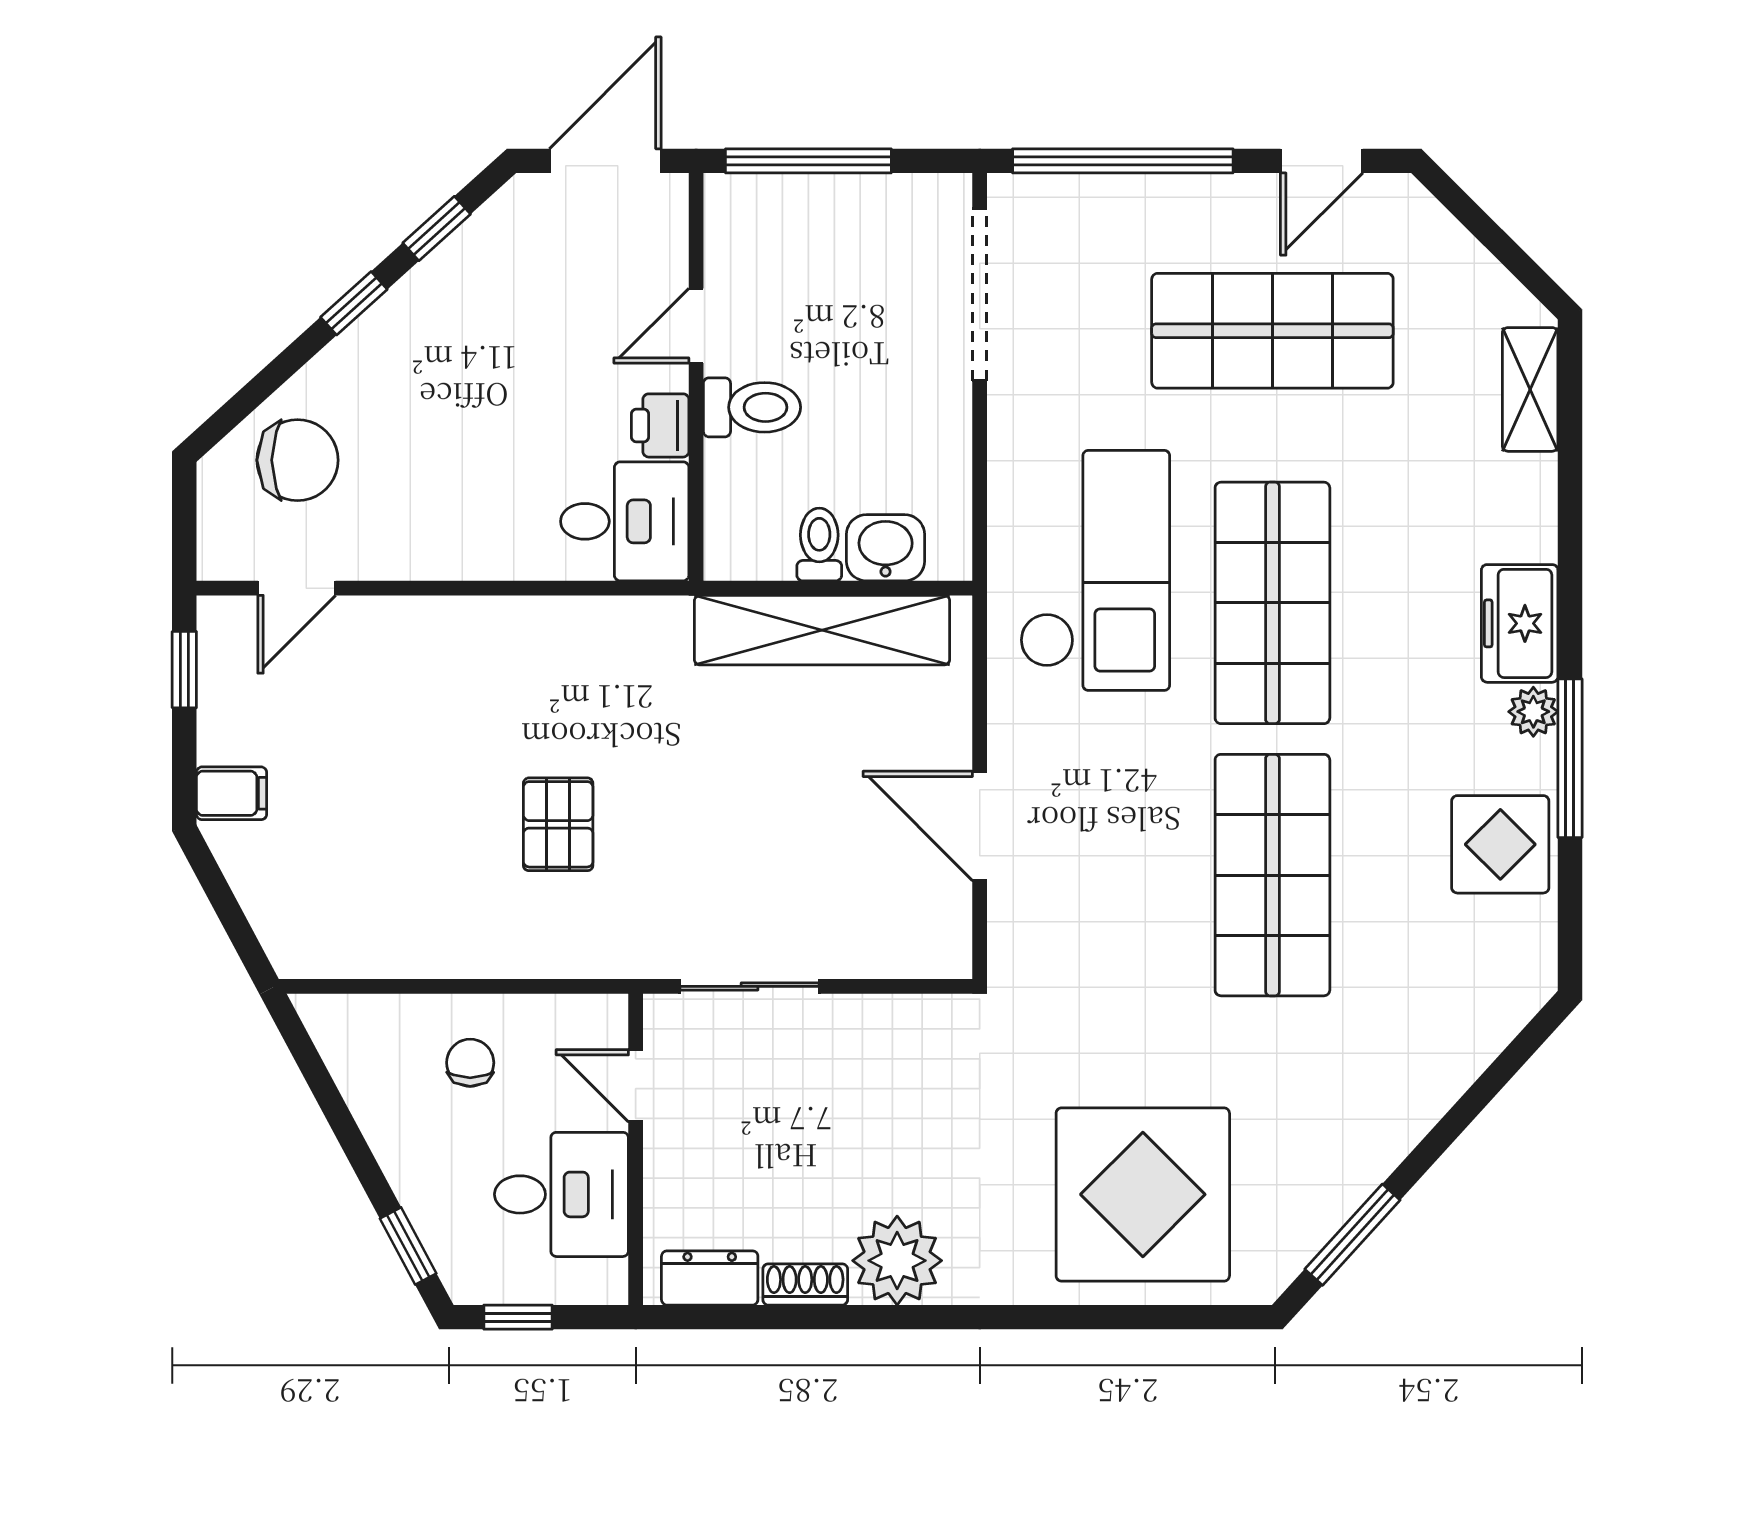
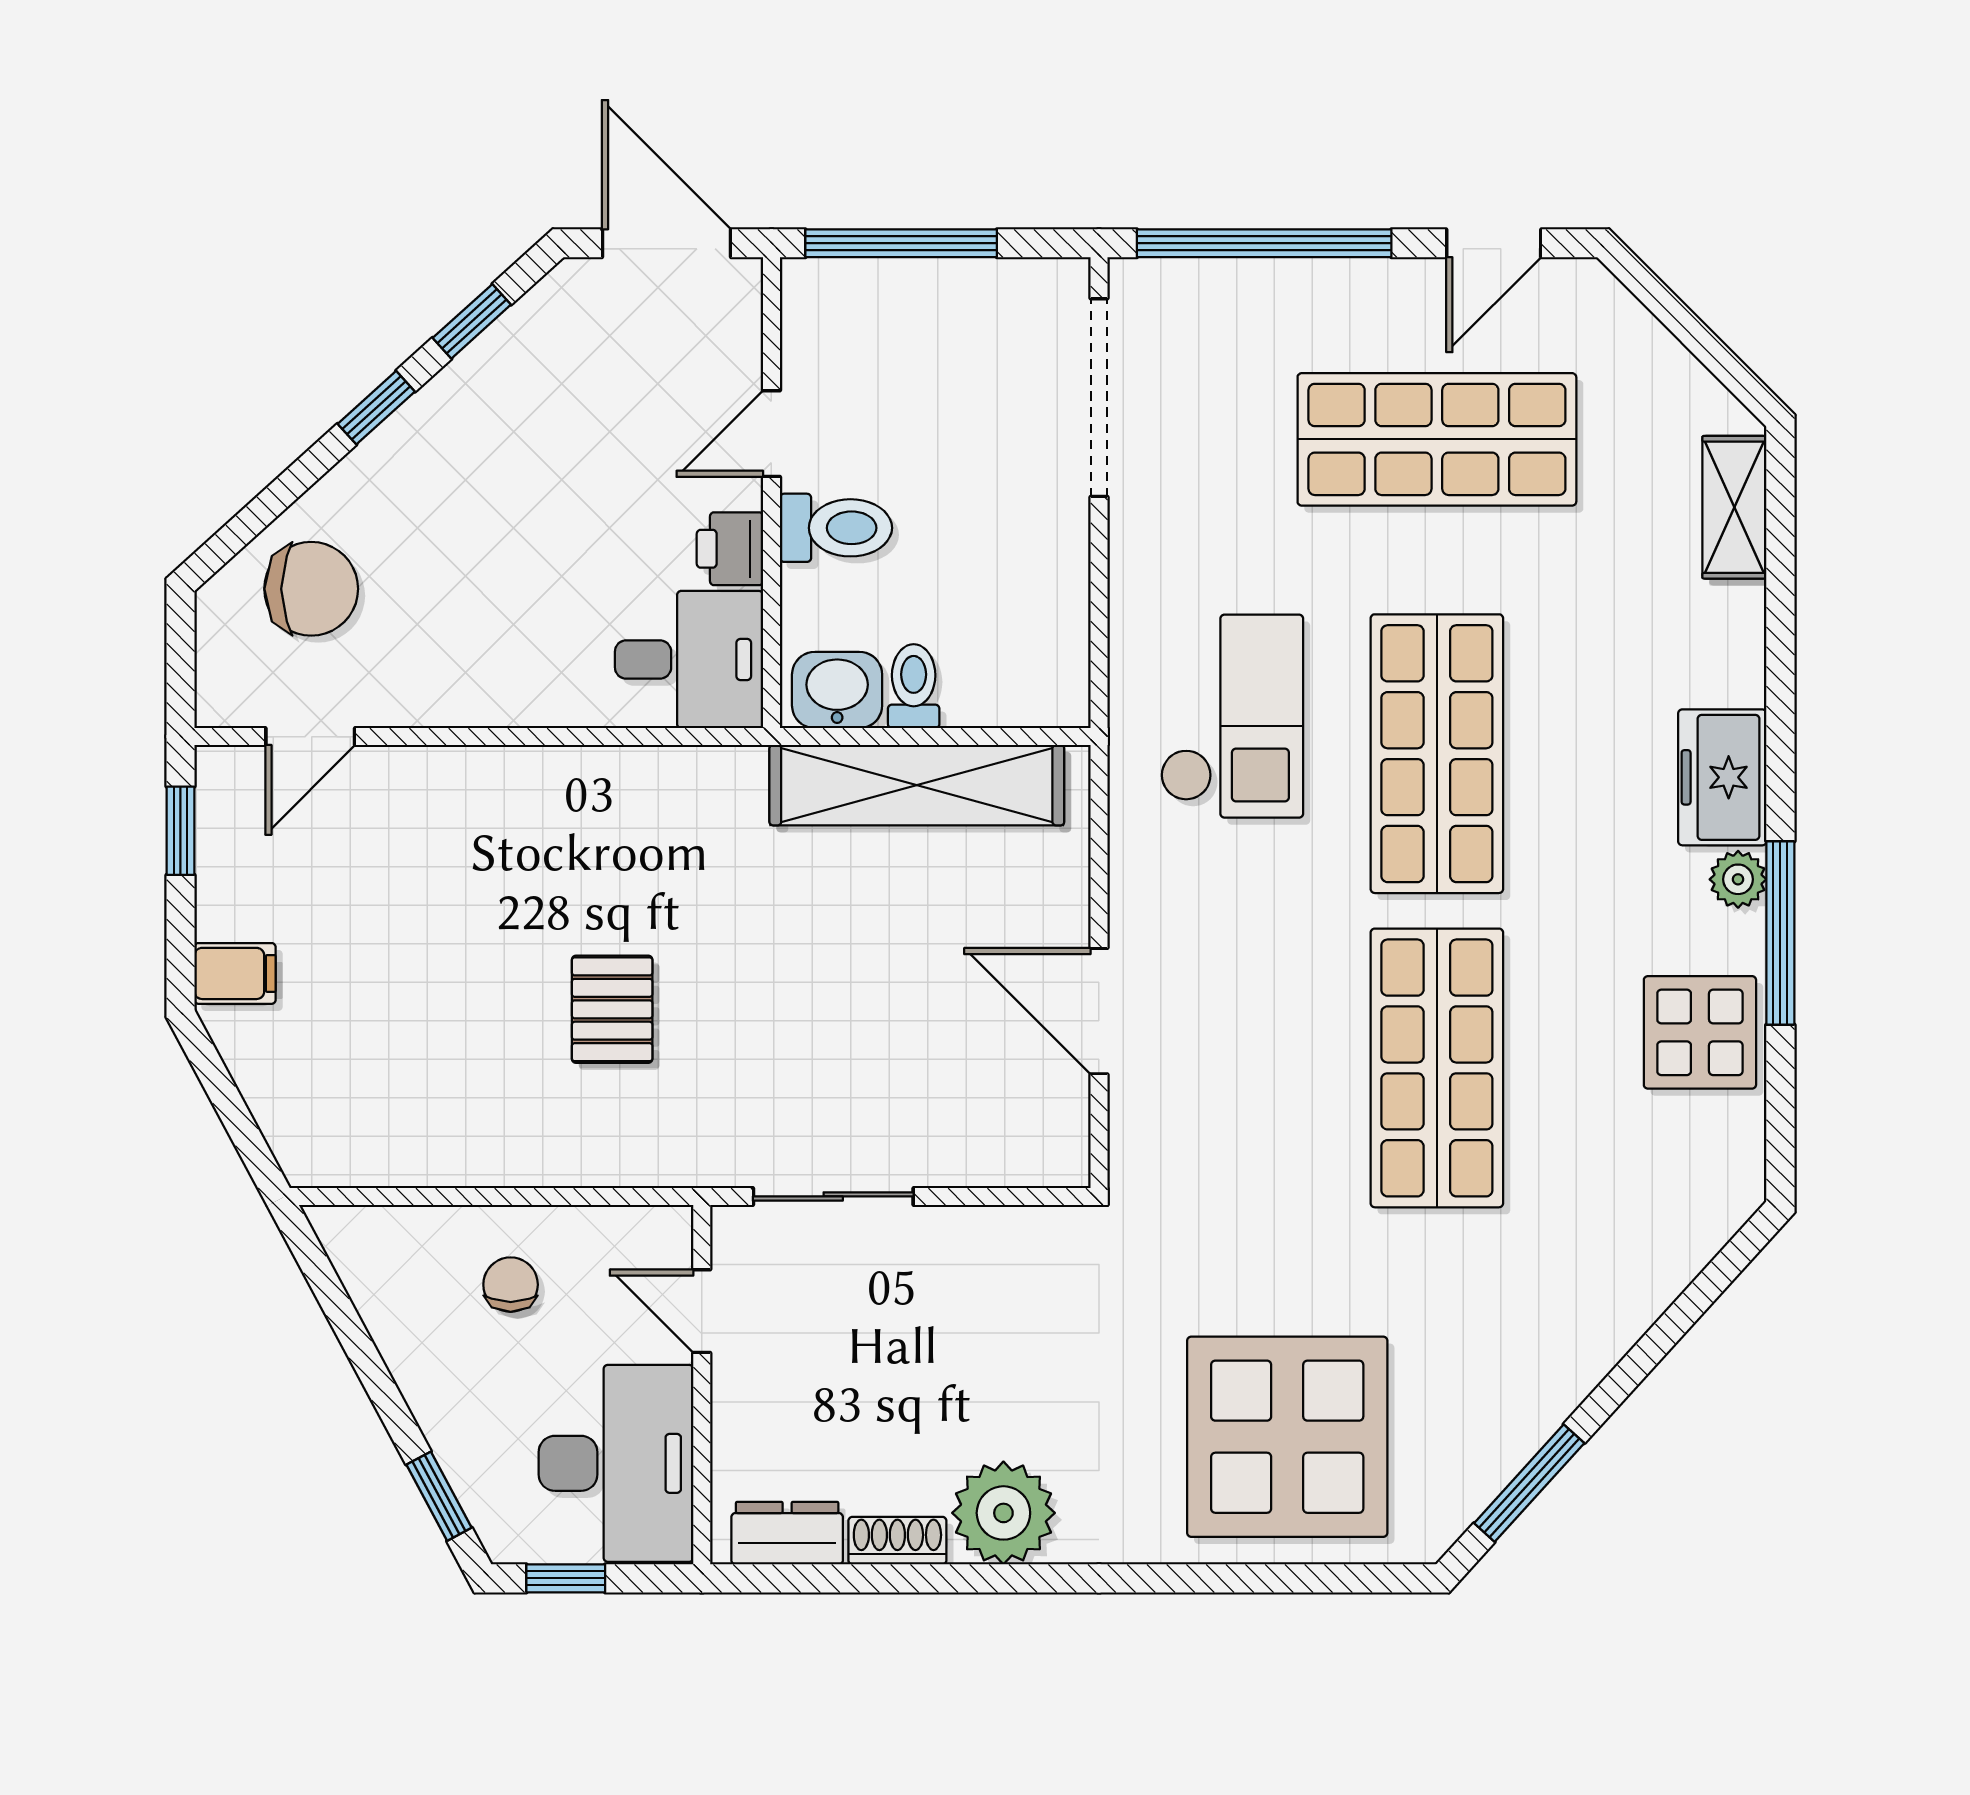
door: (605, 161) -> (666, 243), hinge flipped
washbasin: (886, 548) -> (837, 690), moved
checkout: (1095, 570) -> (1232, 716), width x0.73, depth x0.83
desk: (561, 1194) -> (616, 1463), width x1.37

